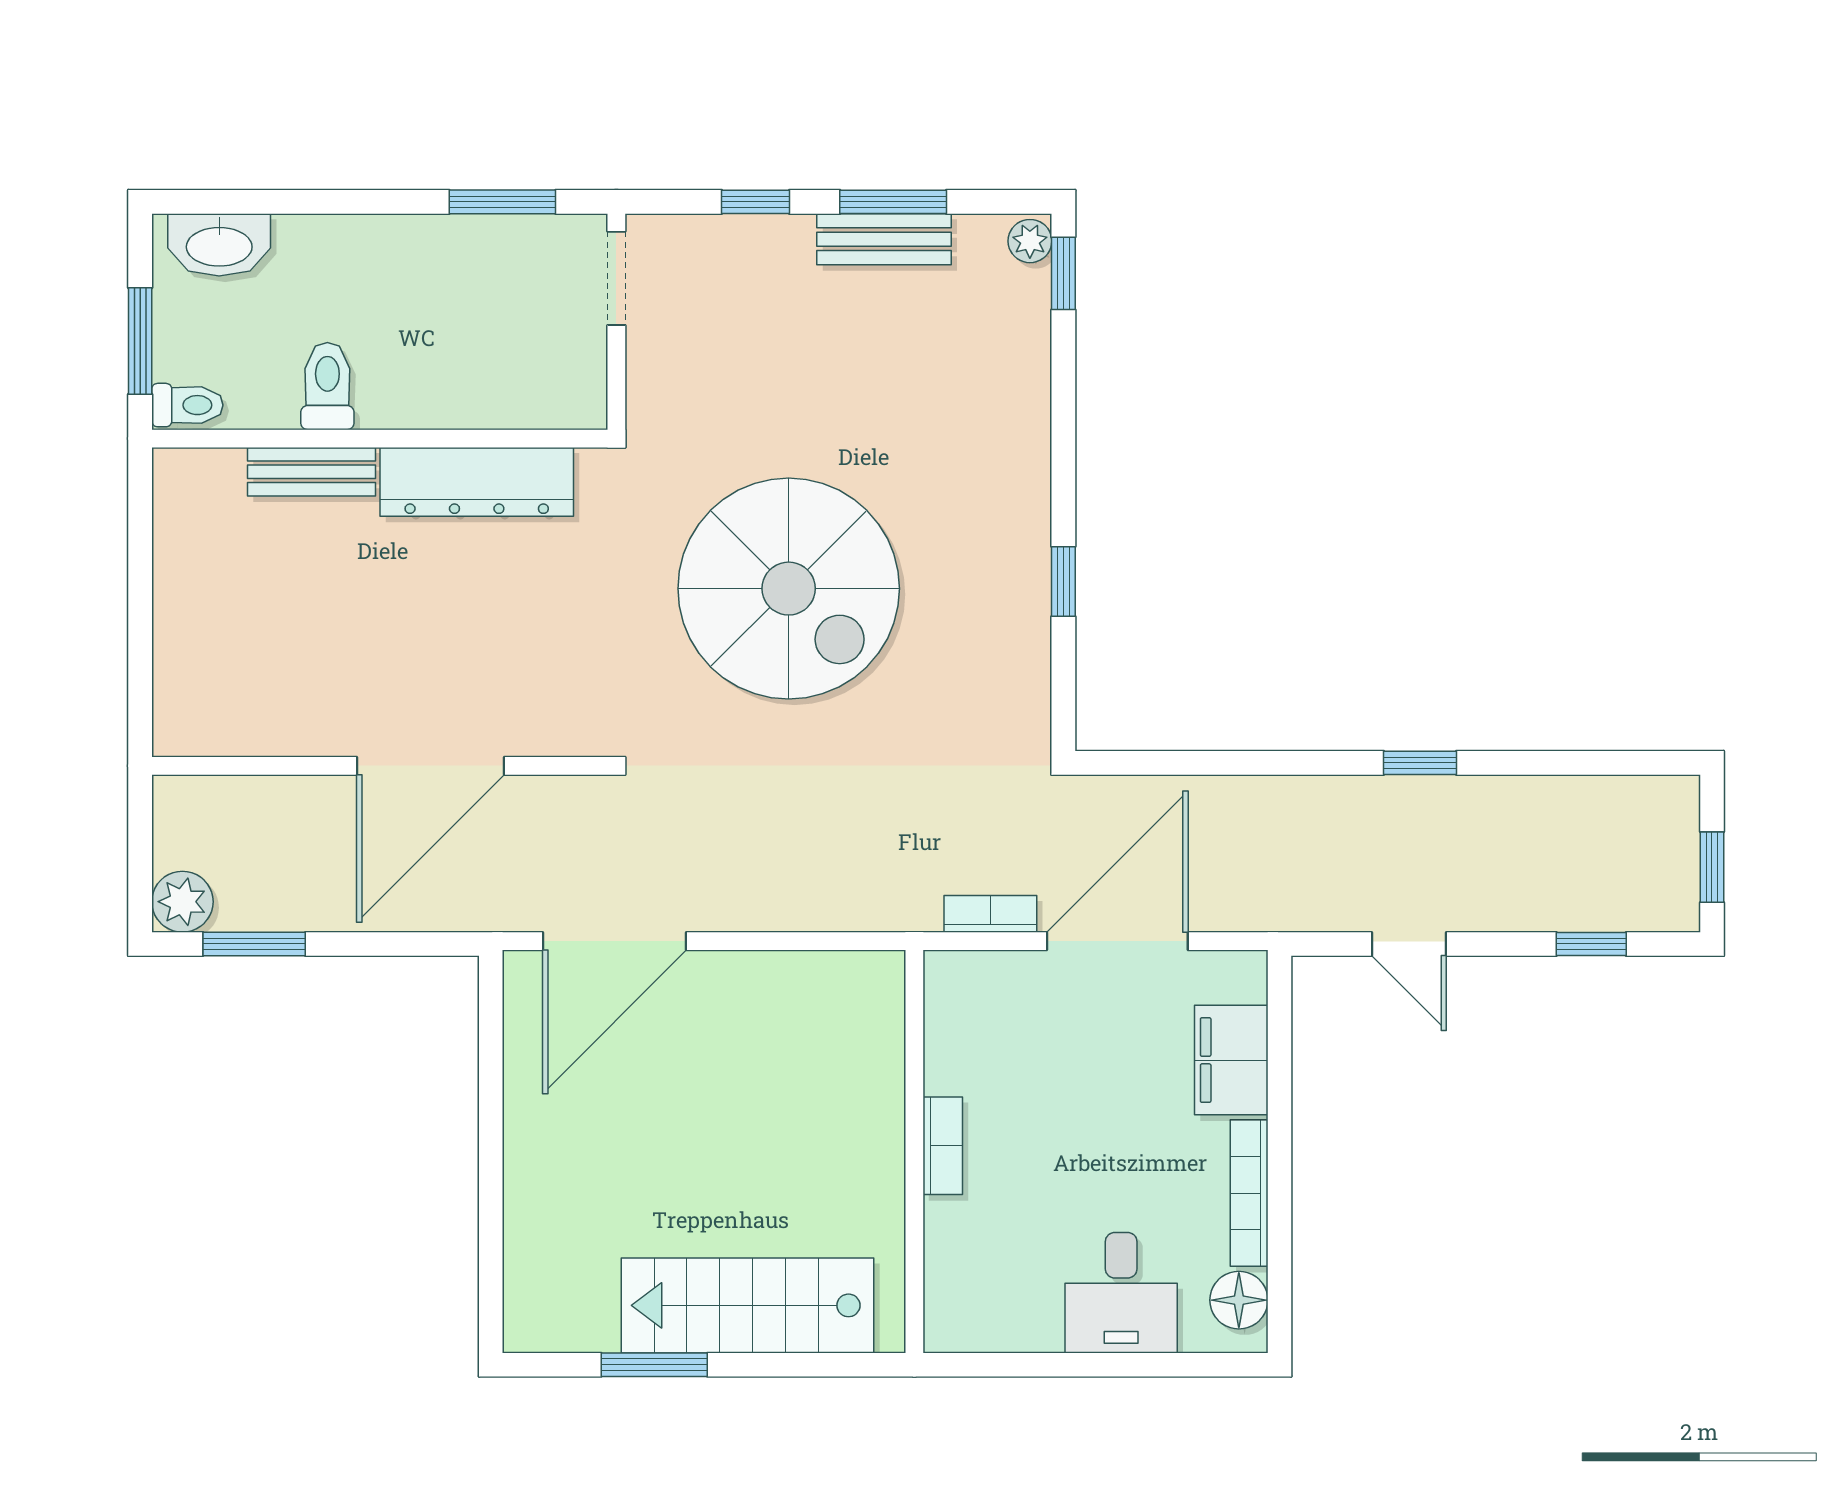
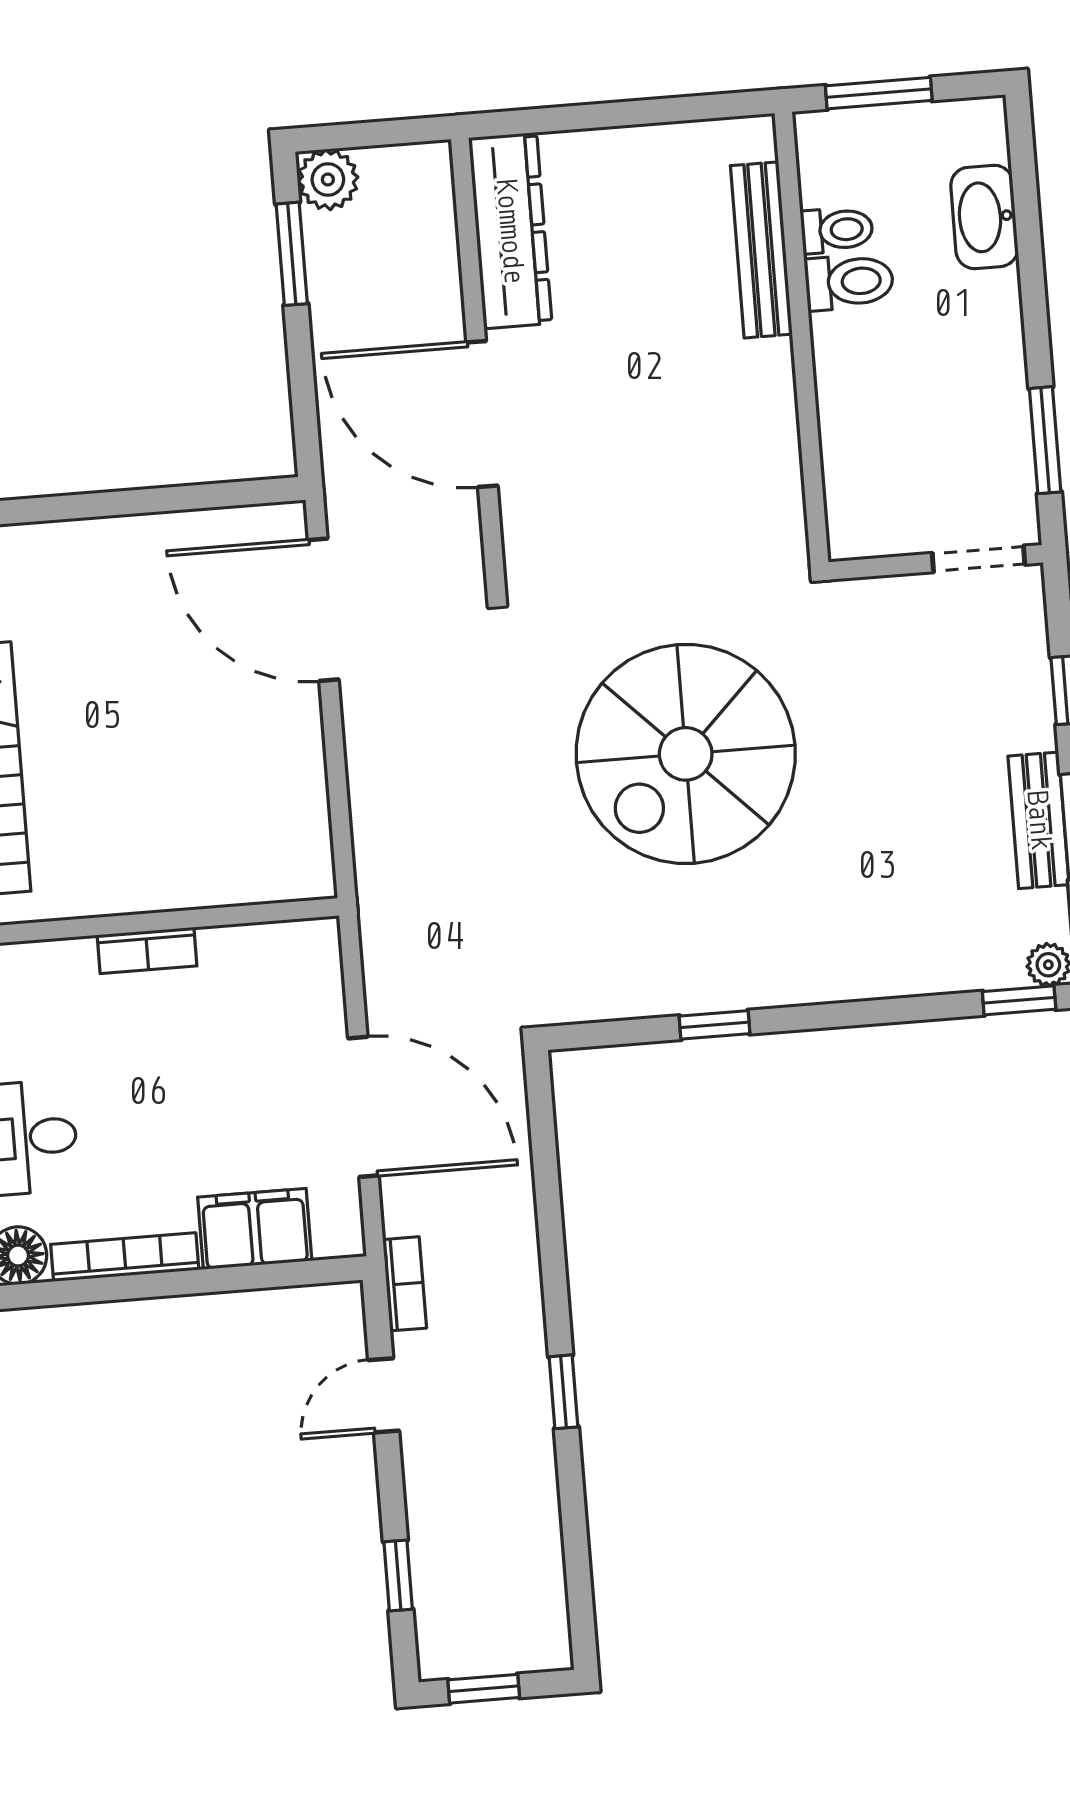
washbasin: (219, 245) -> (984, 217), moved
toilet: (187, 405) -> (837, 230), moved, turned -90
bench: (311, 472) -> (761, 250), width x1.36
dresser: (477, 482) -> (510, 231), moved, turned 180
bookcase: (990, 914) -> (405, 1284), moved

